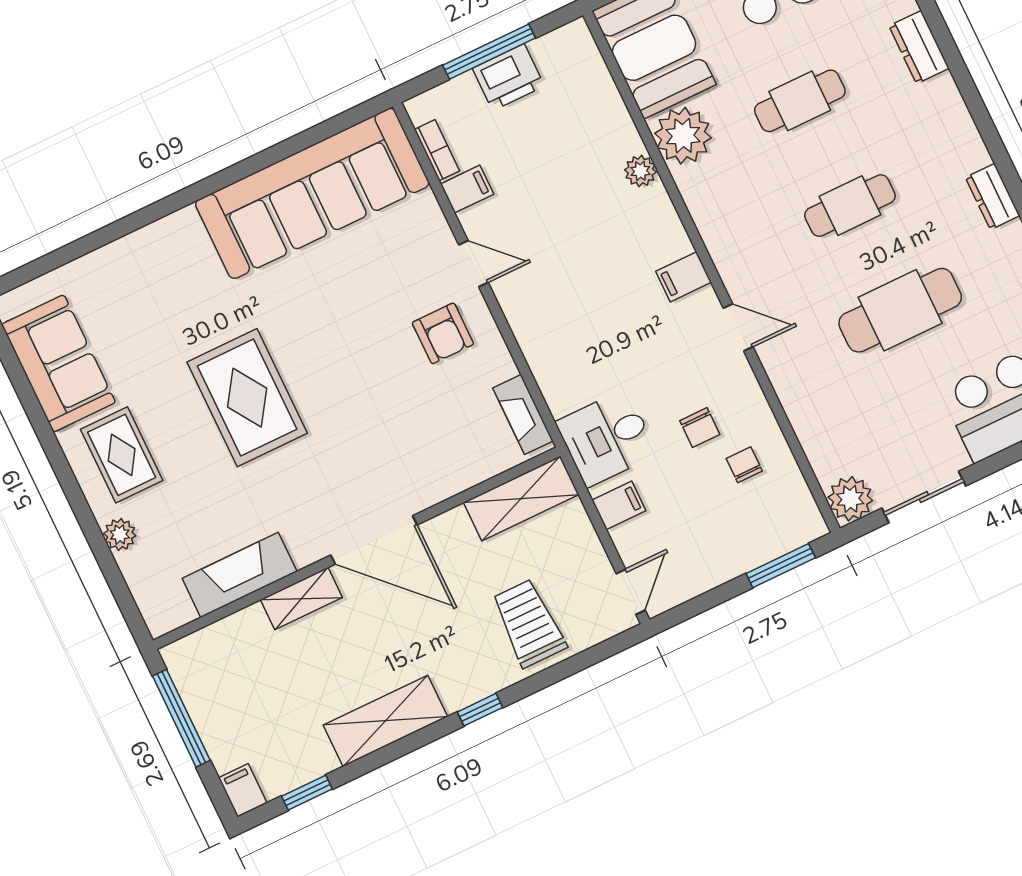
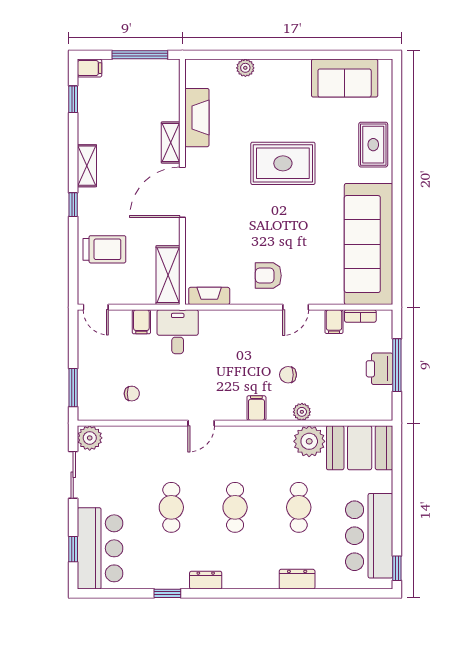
filing cabinet: (683, 277) -> (256, 408), moved
cafe table: (900, 310) -> (171, 507), width x0.73, depth x0.74
chair: (700, 428) -> (288, 375), moved
rug: (122, 455) -> (373, 145), moved, turned 90
shelving: (385, 721) -> (87, 166), width x0.67, depth x0.75

